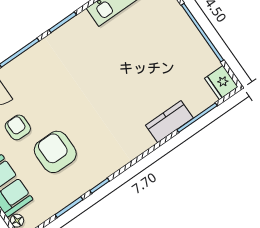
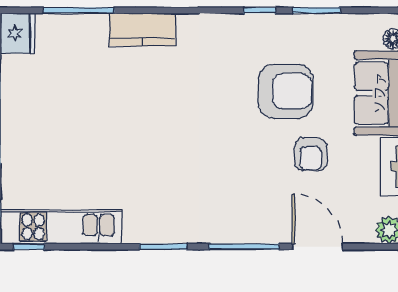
kitchen counter: (169, 122) -> (142, 30), moved
armchair: (55, 152) -> (285, 91), turned -90

